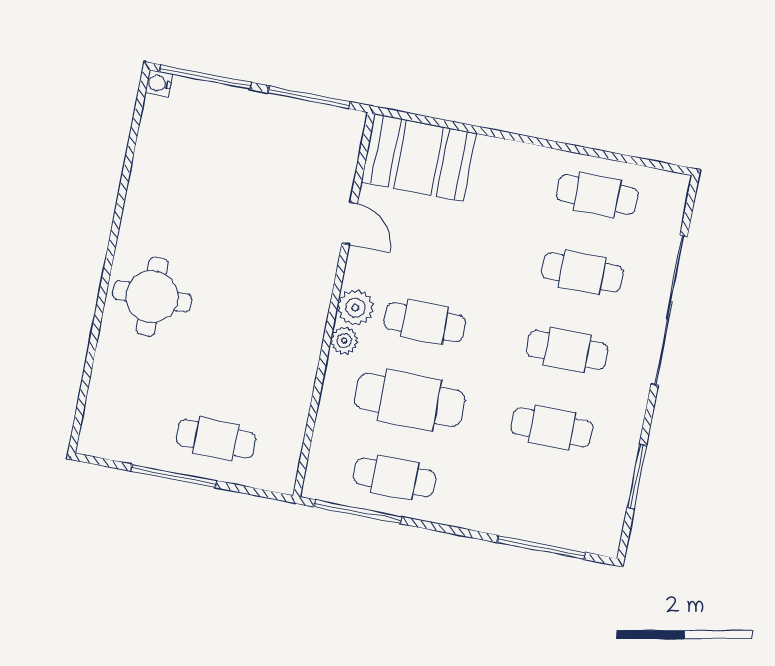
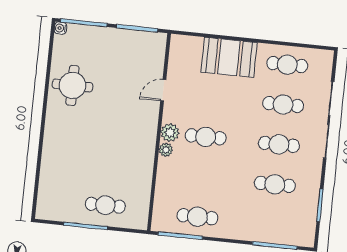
booth: (419, 158) -> (229, 57), moved
door: (350, 223) -> (163, 90), swing flipped
round table: (152, 297) -> (72, 85), moved
cafe table: (410, 400) -> (202, 177), removed

